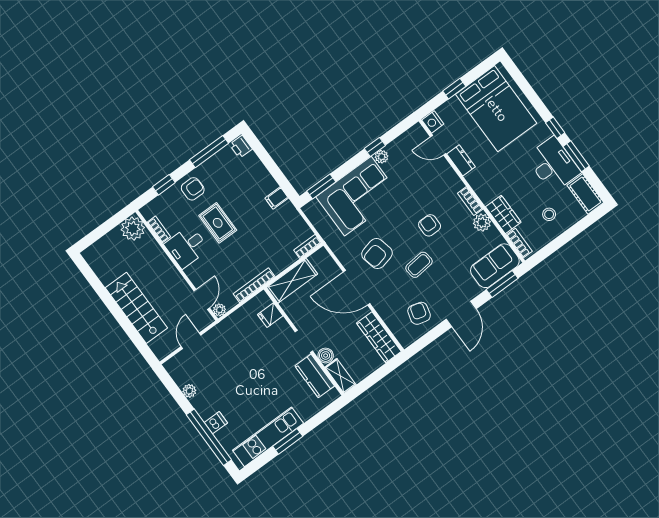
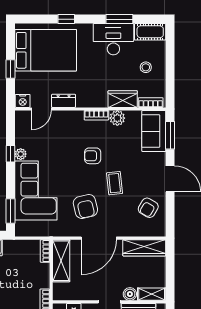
window: (555, 128) -> (66, 19), moved
shelving: (292, 281) -> (61, 261), moved
armchair: (419, 313) -> (148, 208), turned -74

